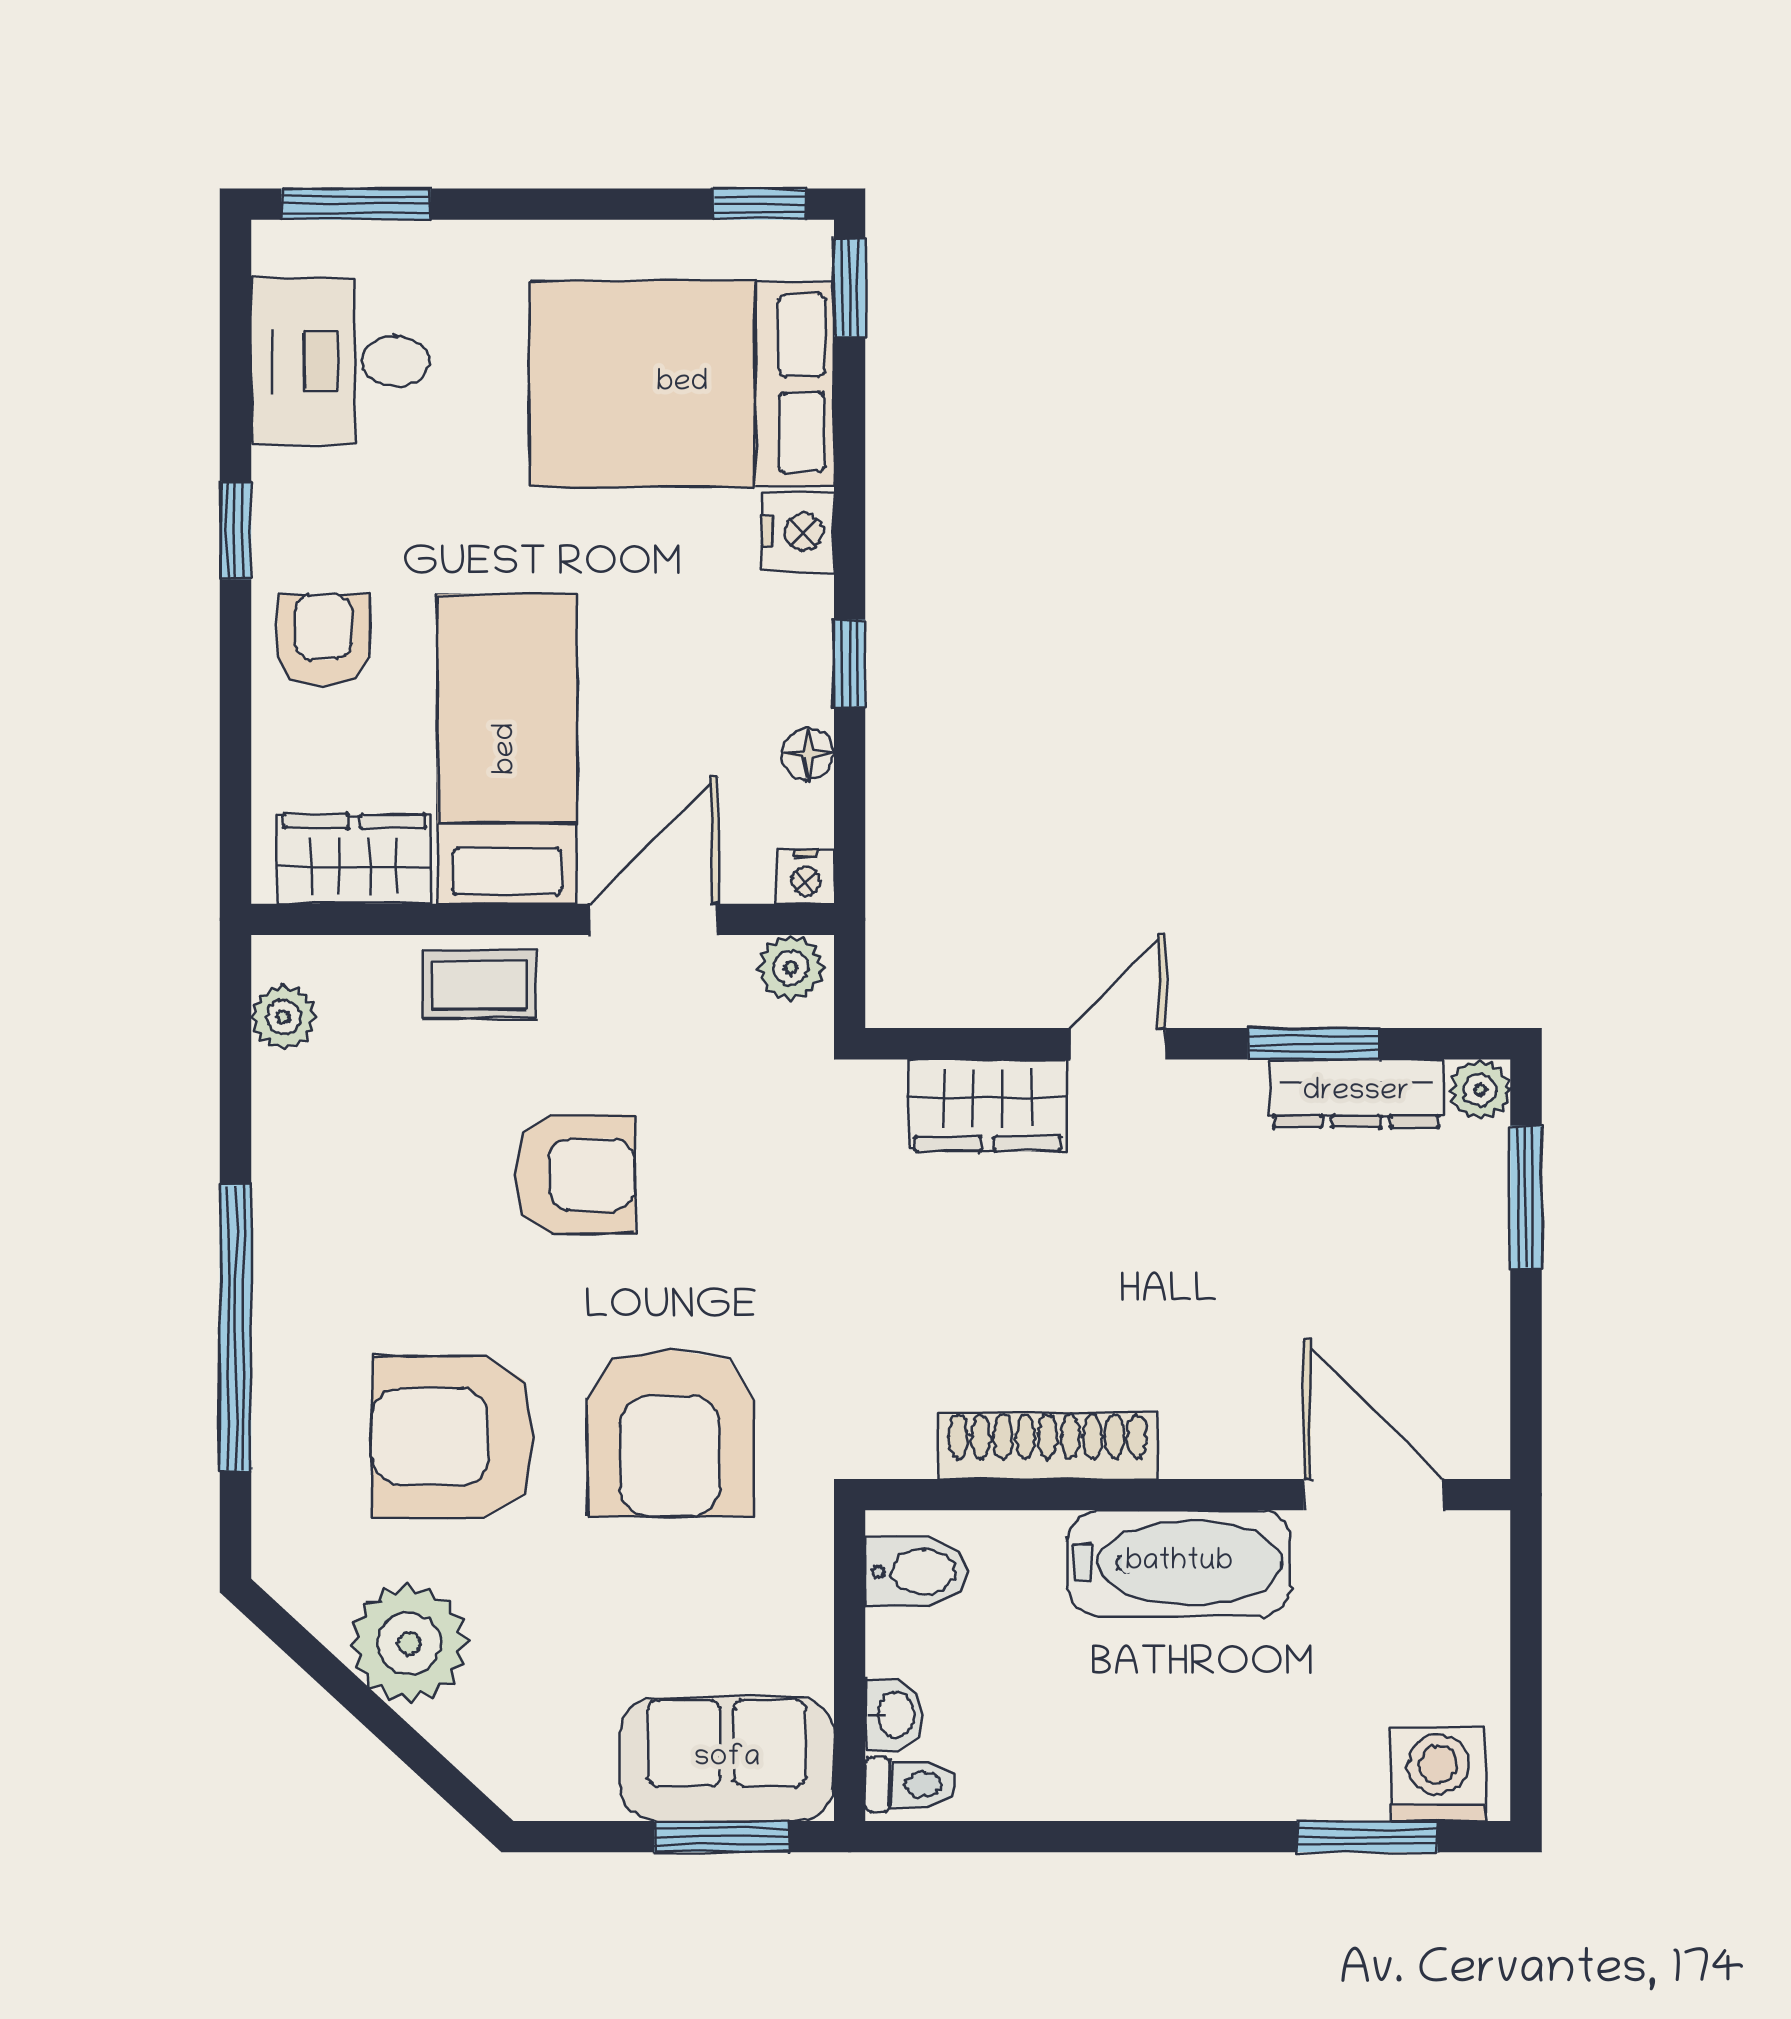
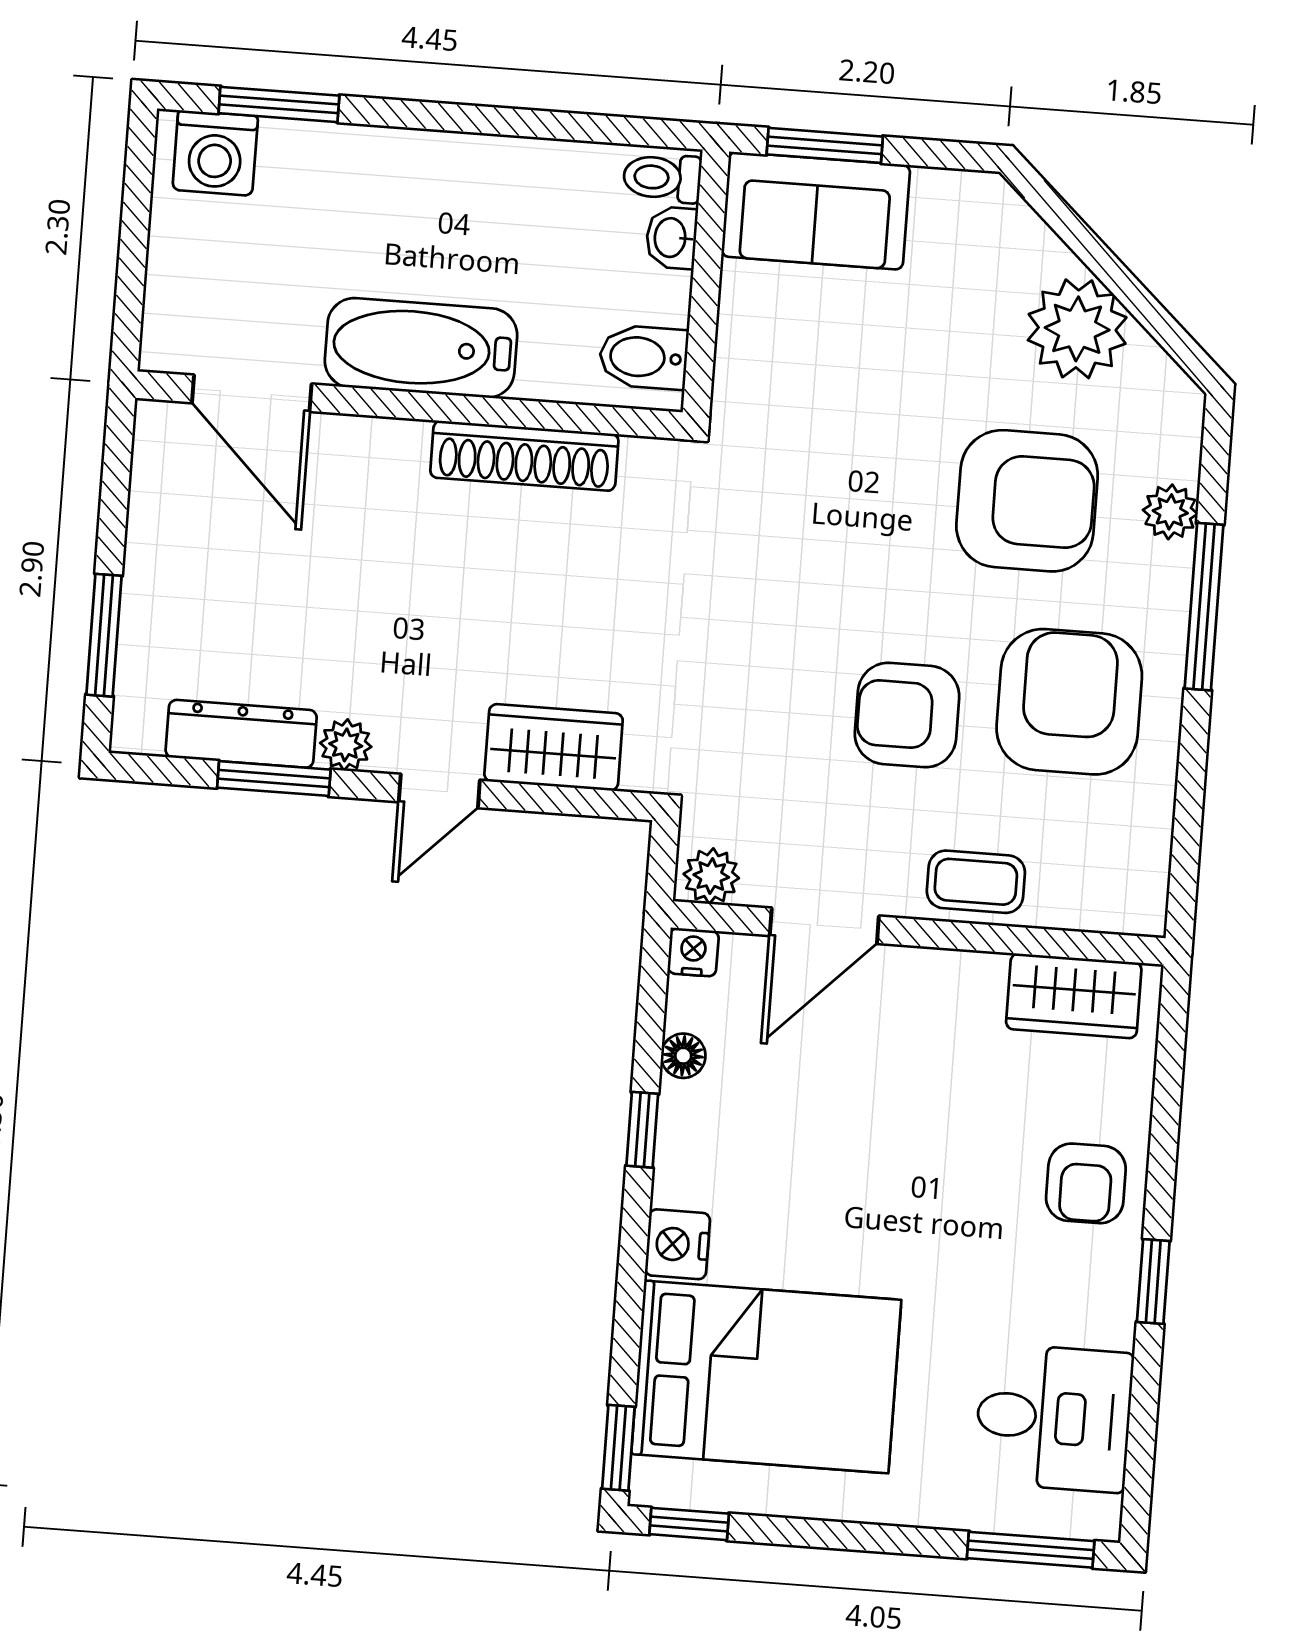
bed: (507, 749) -> (937, 1079), removed
plant: (284, 1017) -> (1170, 512), moved
plant: (1480, 1090) -> (346, 745), moved
window: (236, 1328) -> (1204, 607), width x0.68
armchair: (670, 1433) -> (1069, 702), moved

